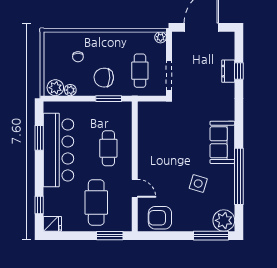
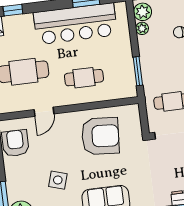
chair: (104, 78) -> (160, 63), removed
armchair: (163, 140) -> (100, 136), added

